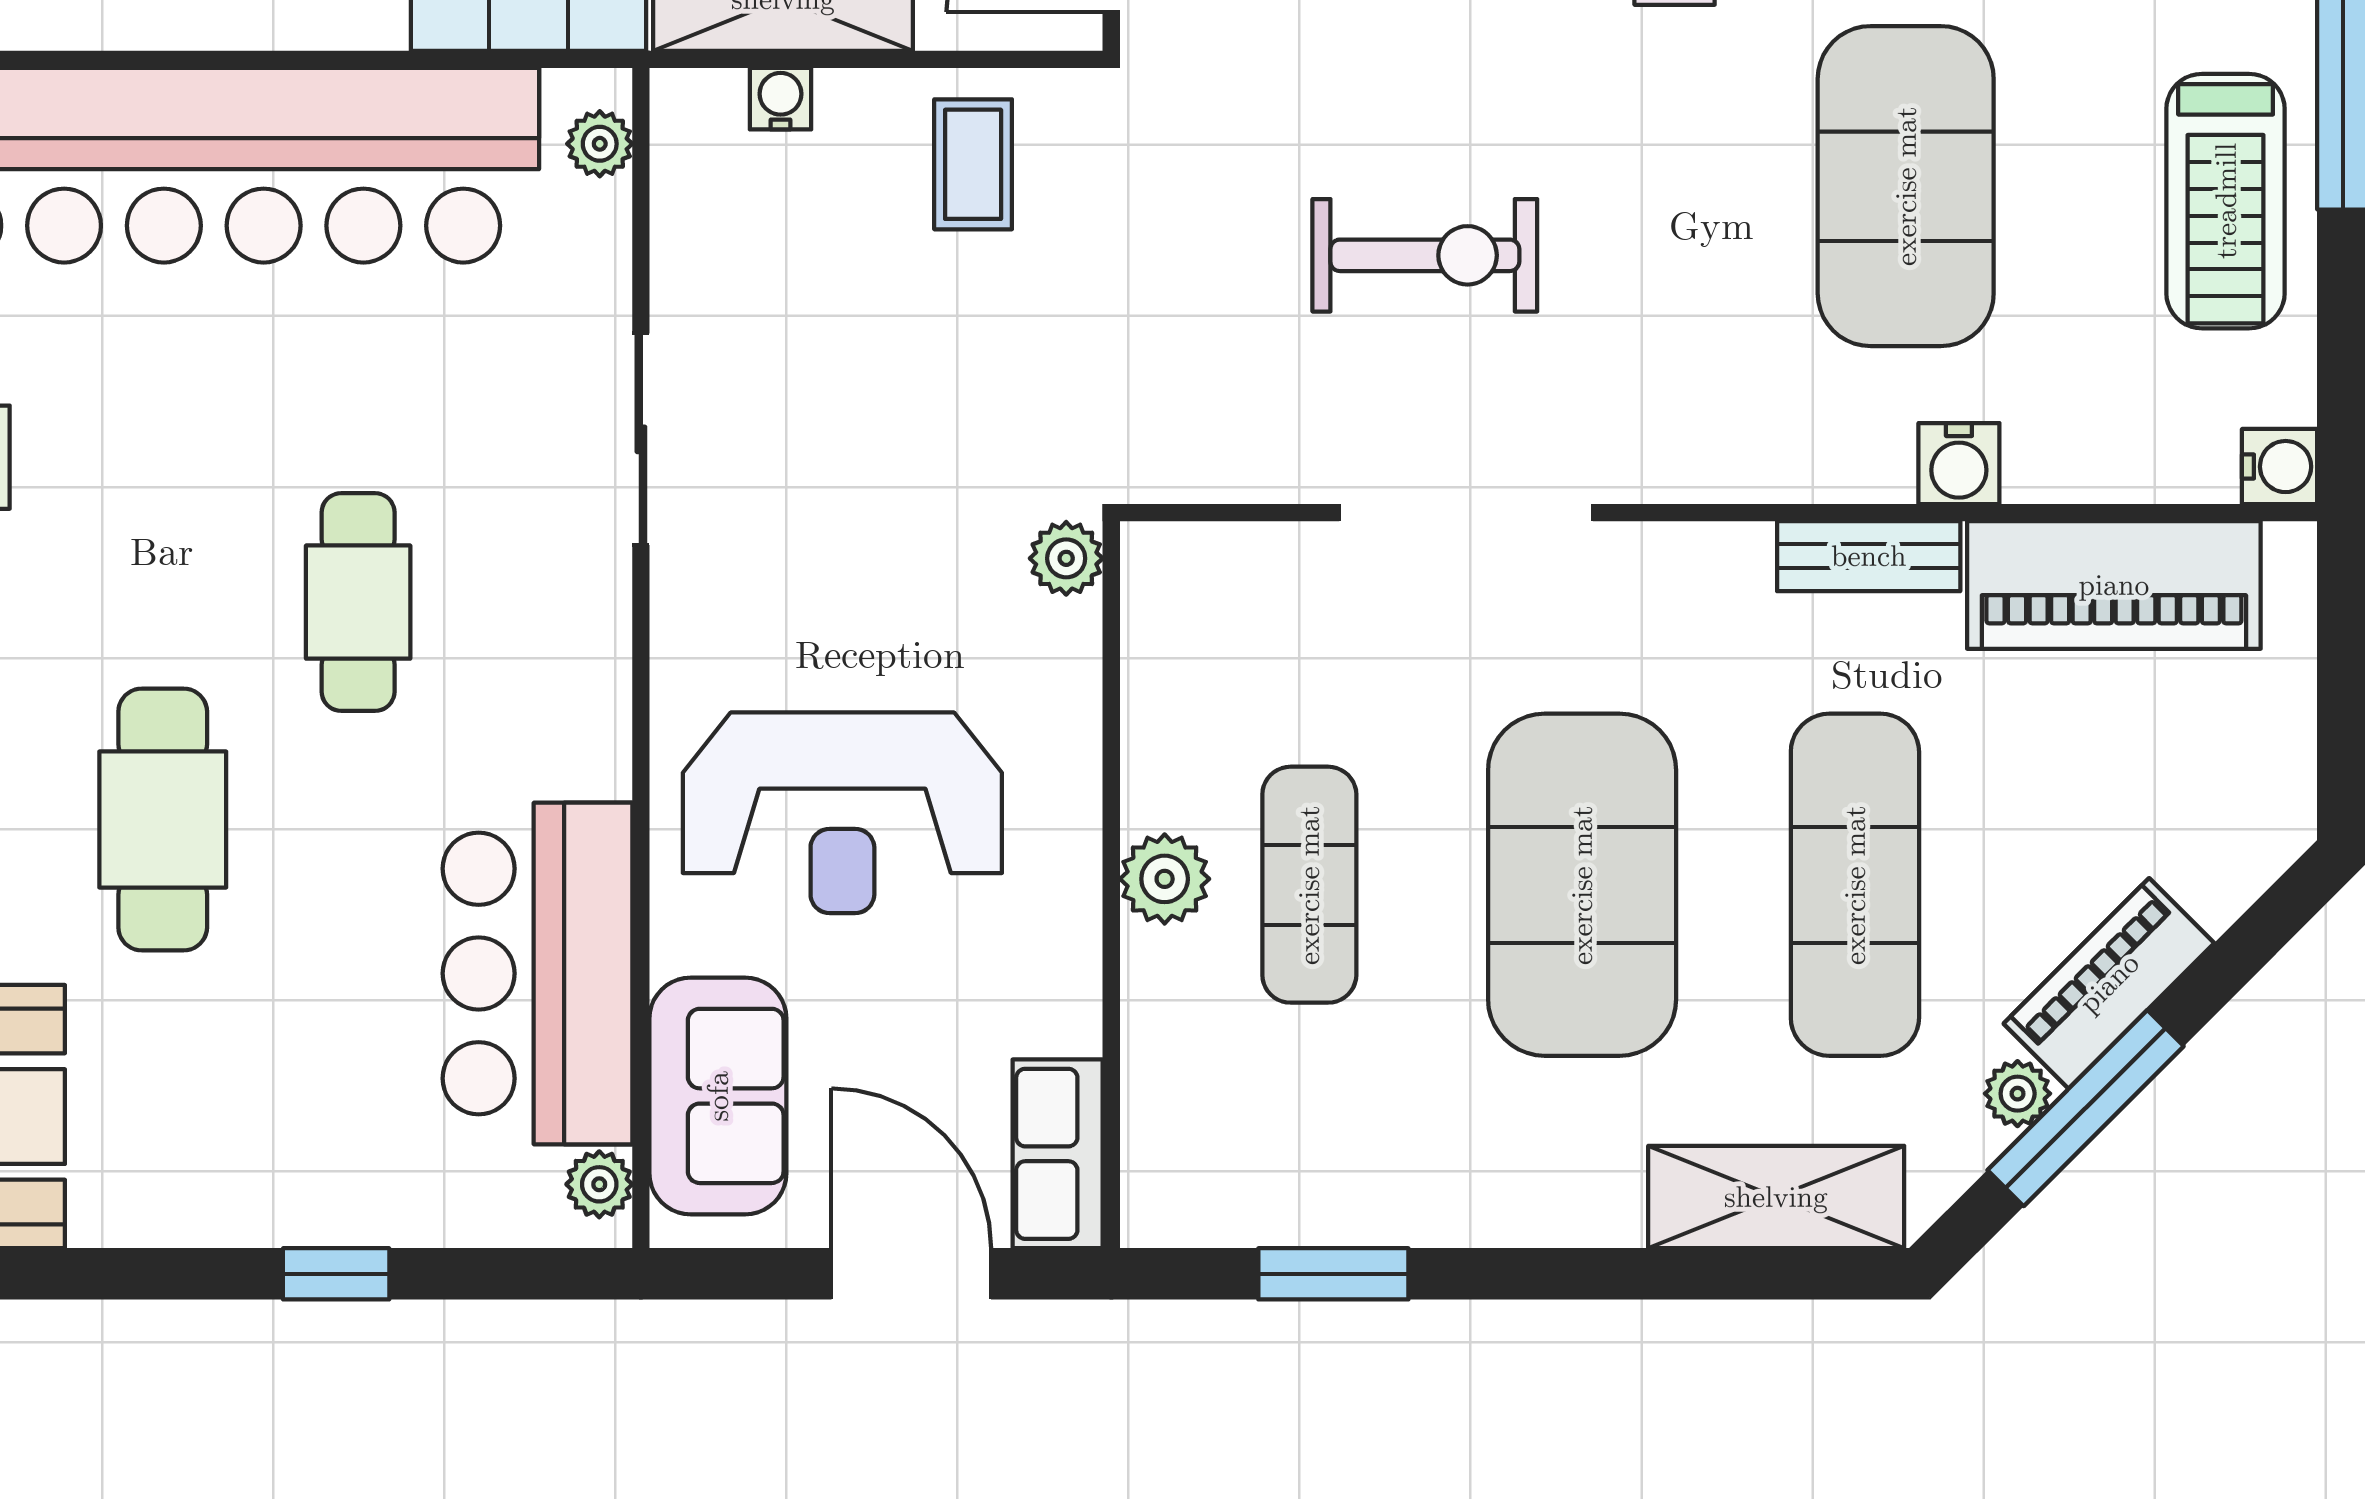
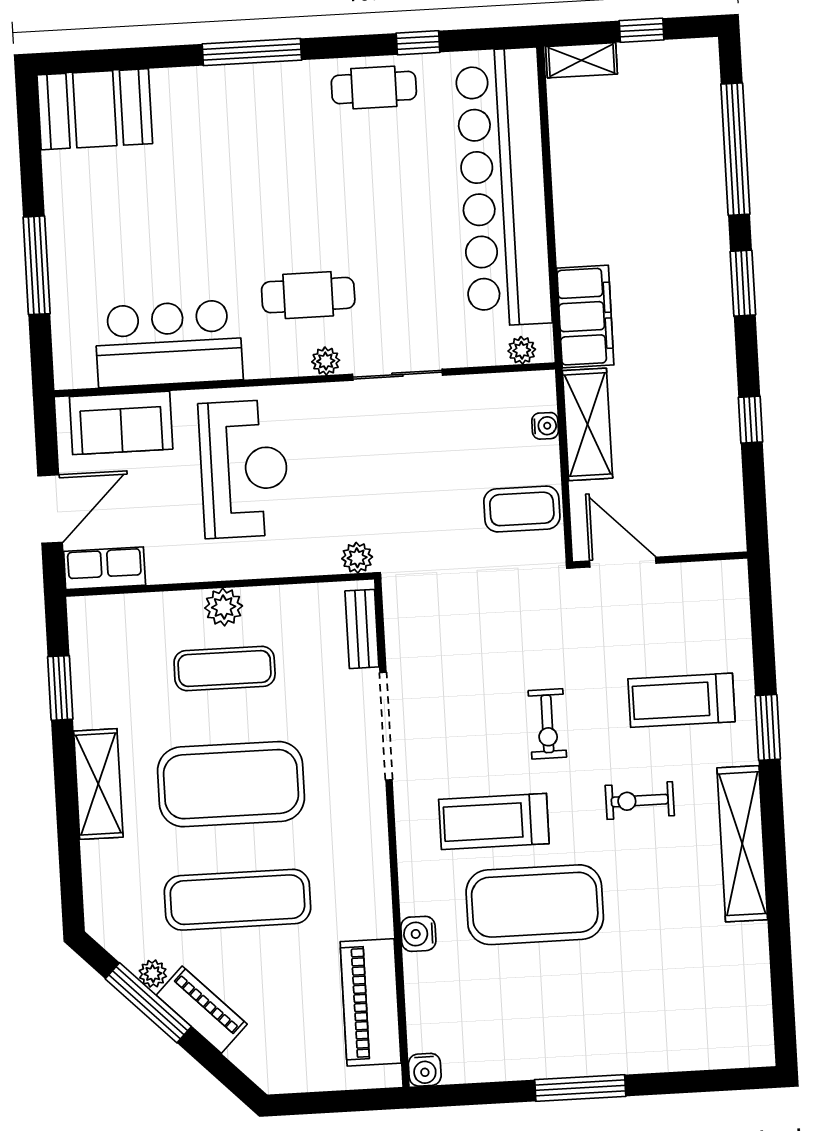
coffee table: (973, 164) -> (522, 509), width x1.36, depth x1.30
treadmill: (2226, 201) -> (494, 821), moved
exercise bike: (1425, 255) -> (547, 724), moved, width x0.73, depth x0.72
bench: (1869, 556) -> (362, 629), moved
cafe table: (358, 602) -> (308, 295), moved
reception desk: (842, 813) -> (244, 469), turned 180
cafe table: (163, 819) -> (225, 181), removed
plant: (599, 1184) -> (326, 361), moved
shelving: (1776, 1197) -> (98, 784), moved
window: (336, 1274) -> (37, 265), width x2.17

